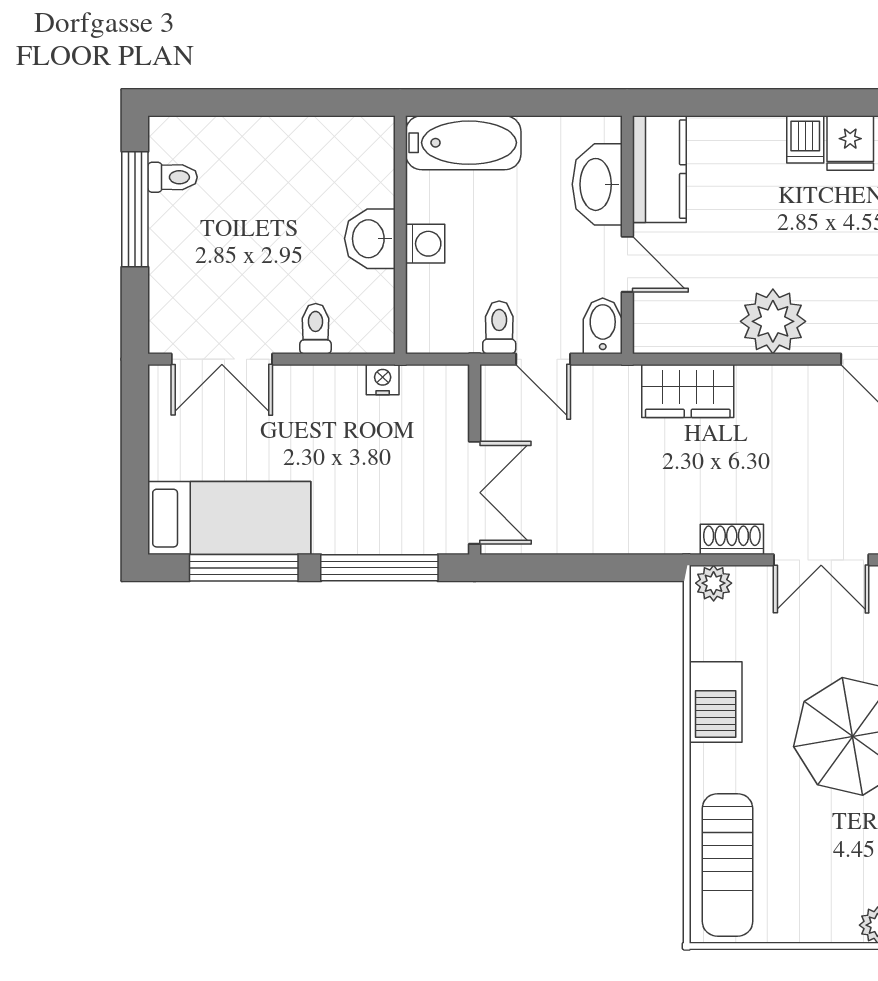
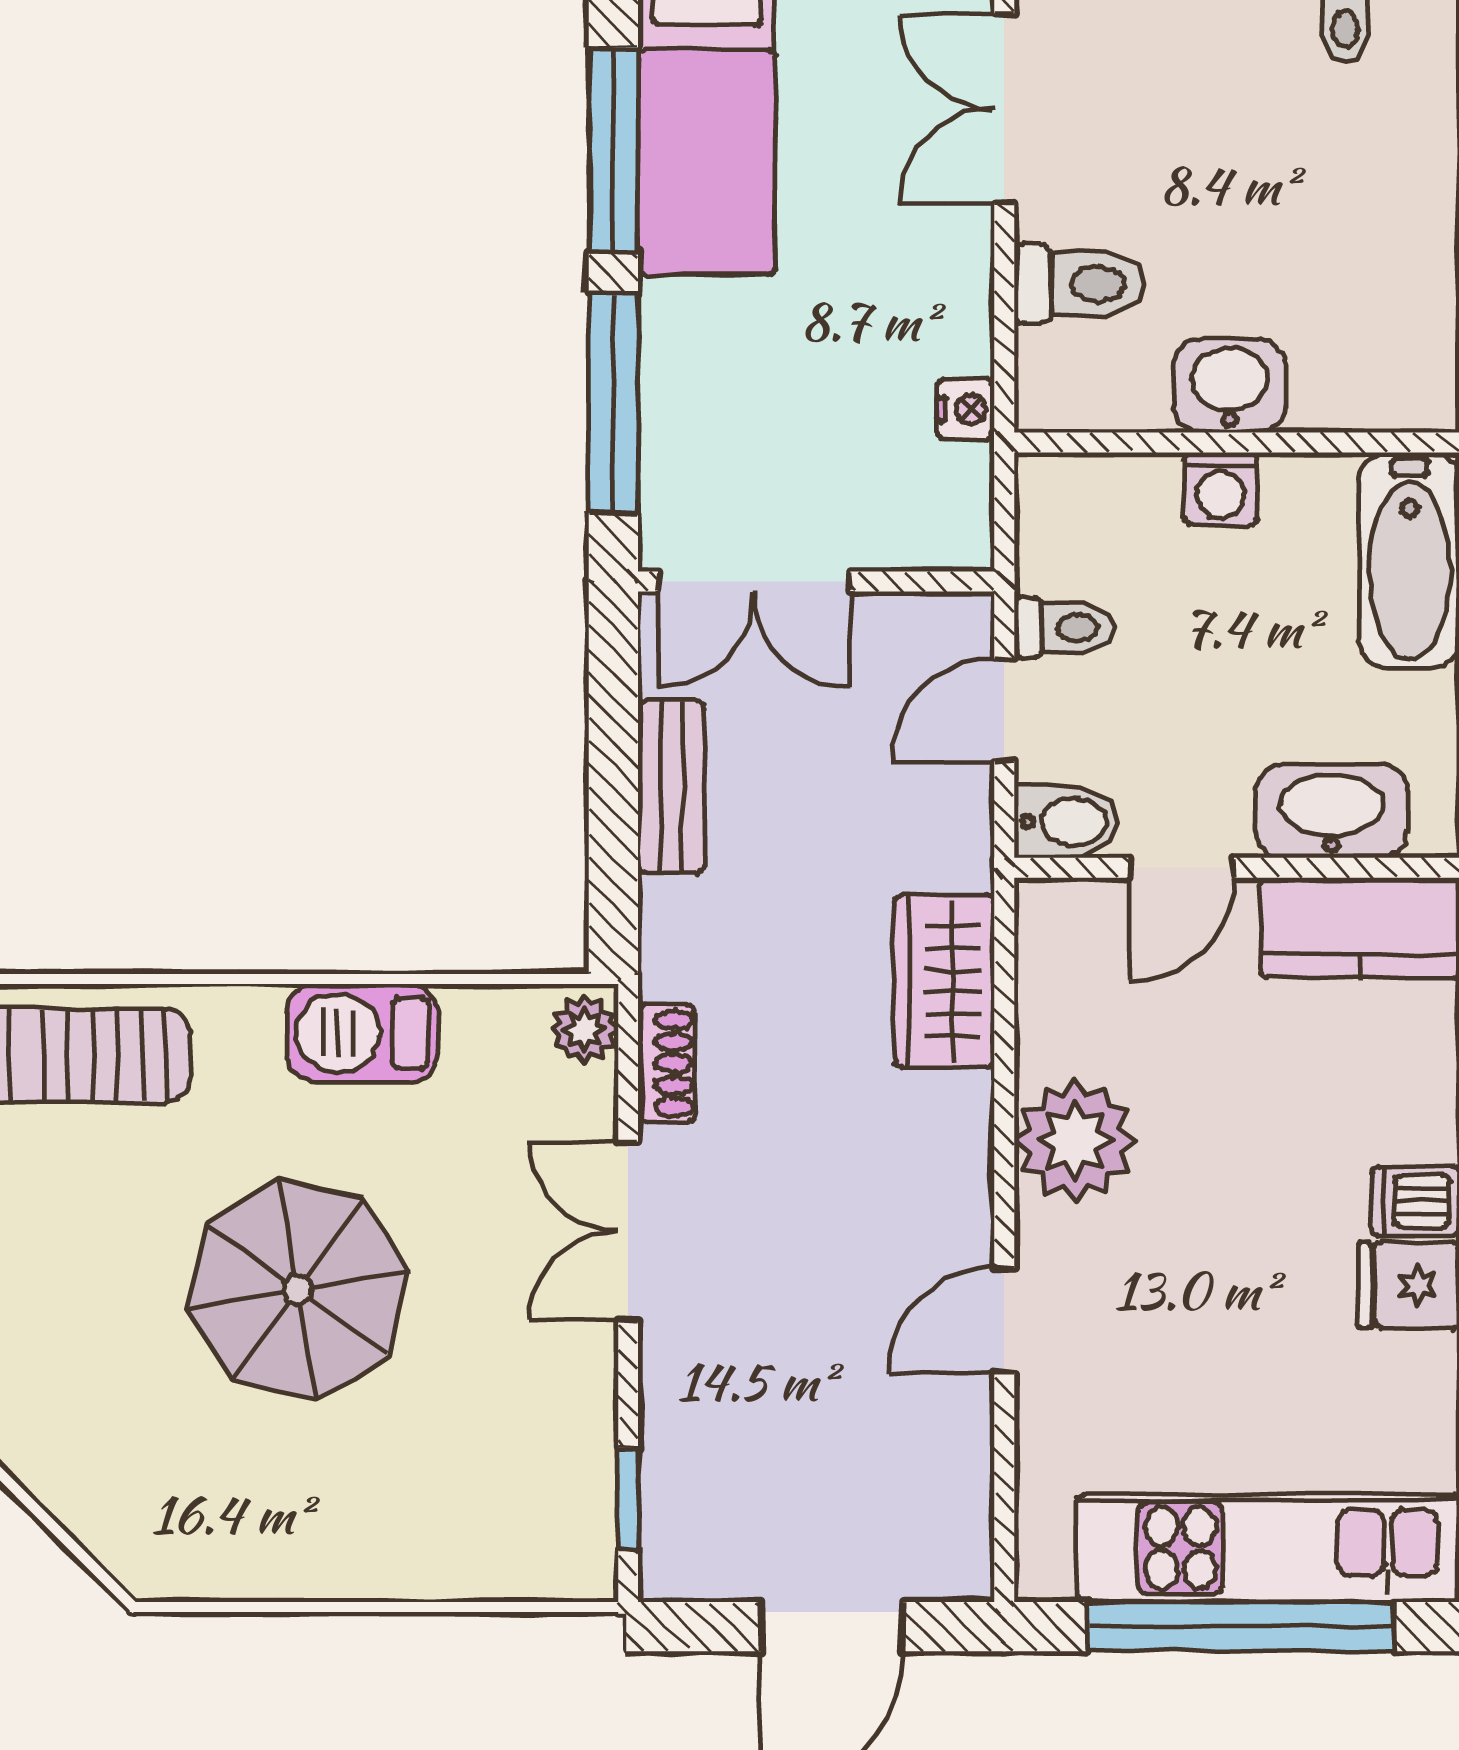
toilet: (316, 329) -> (1080, 284), width x1.37, depth x1.39
bench: (584, 537) -> (671, 787), added

